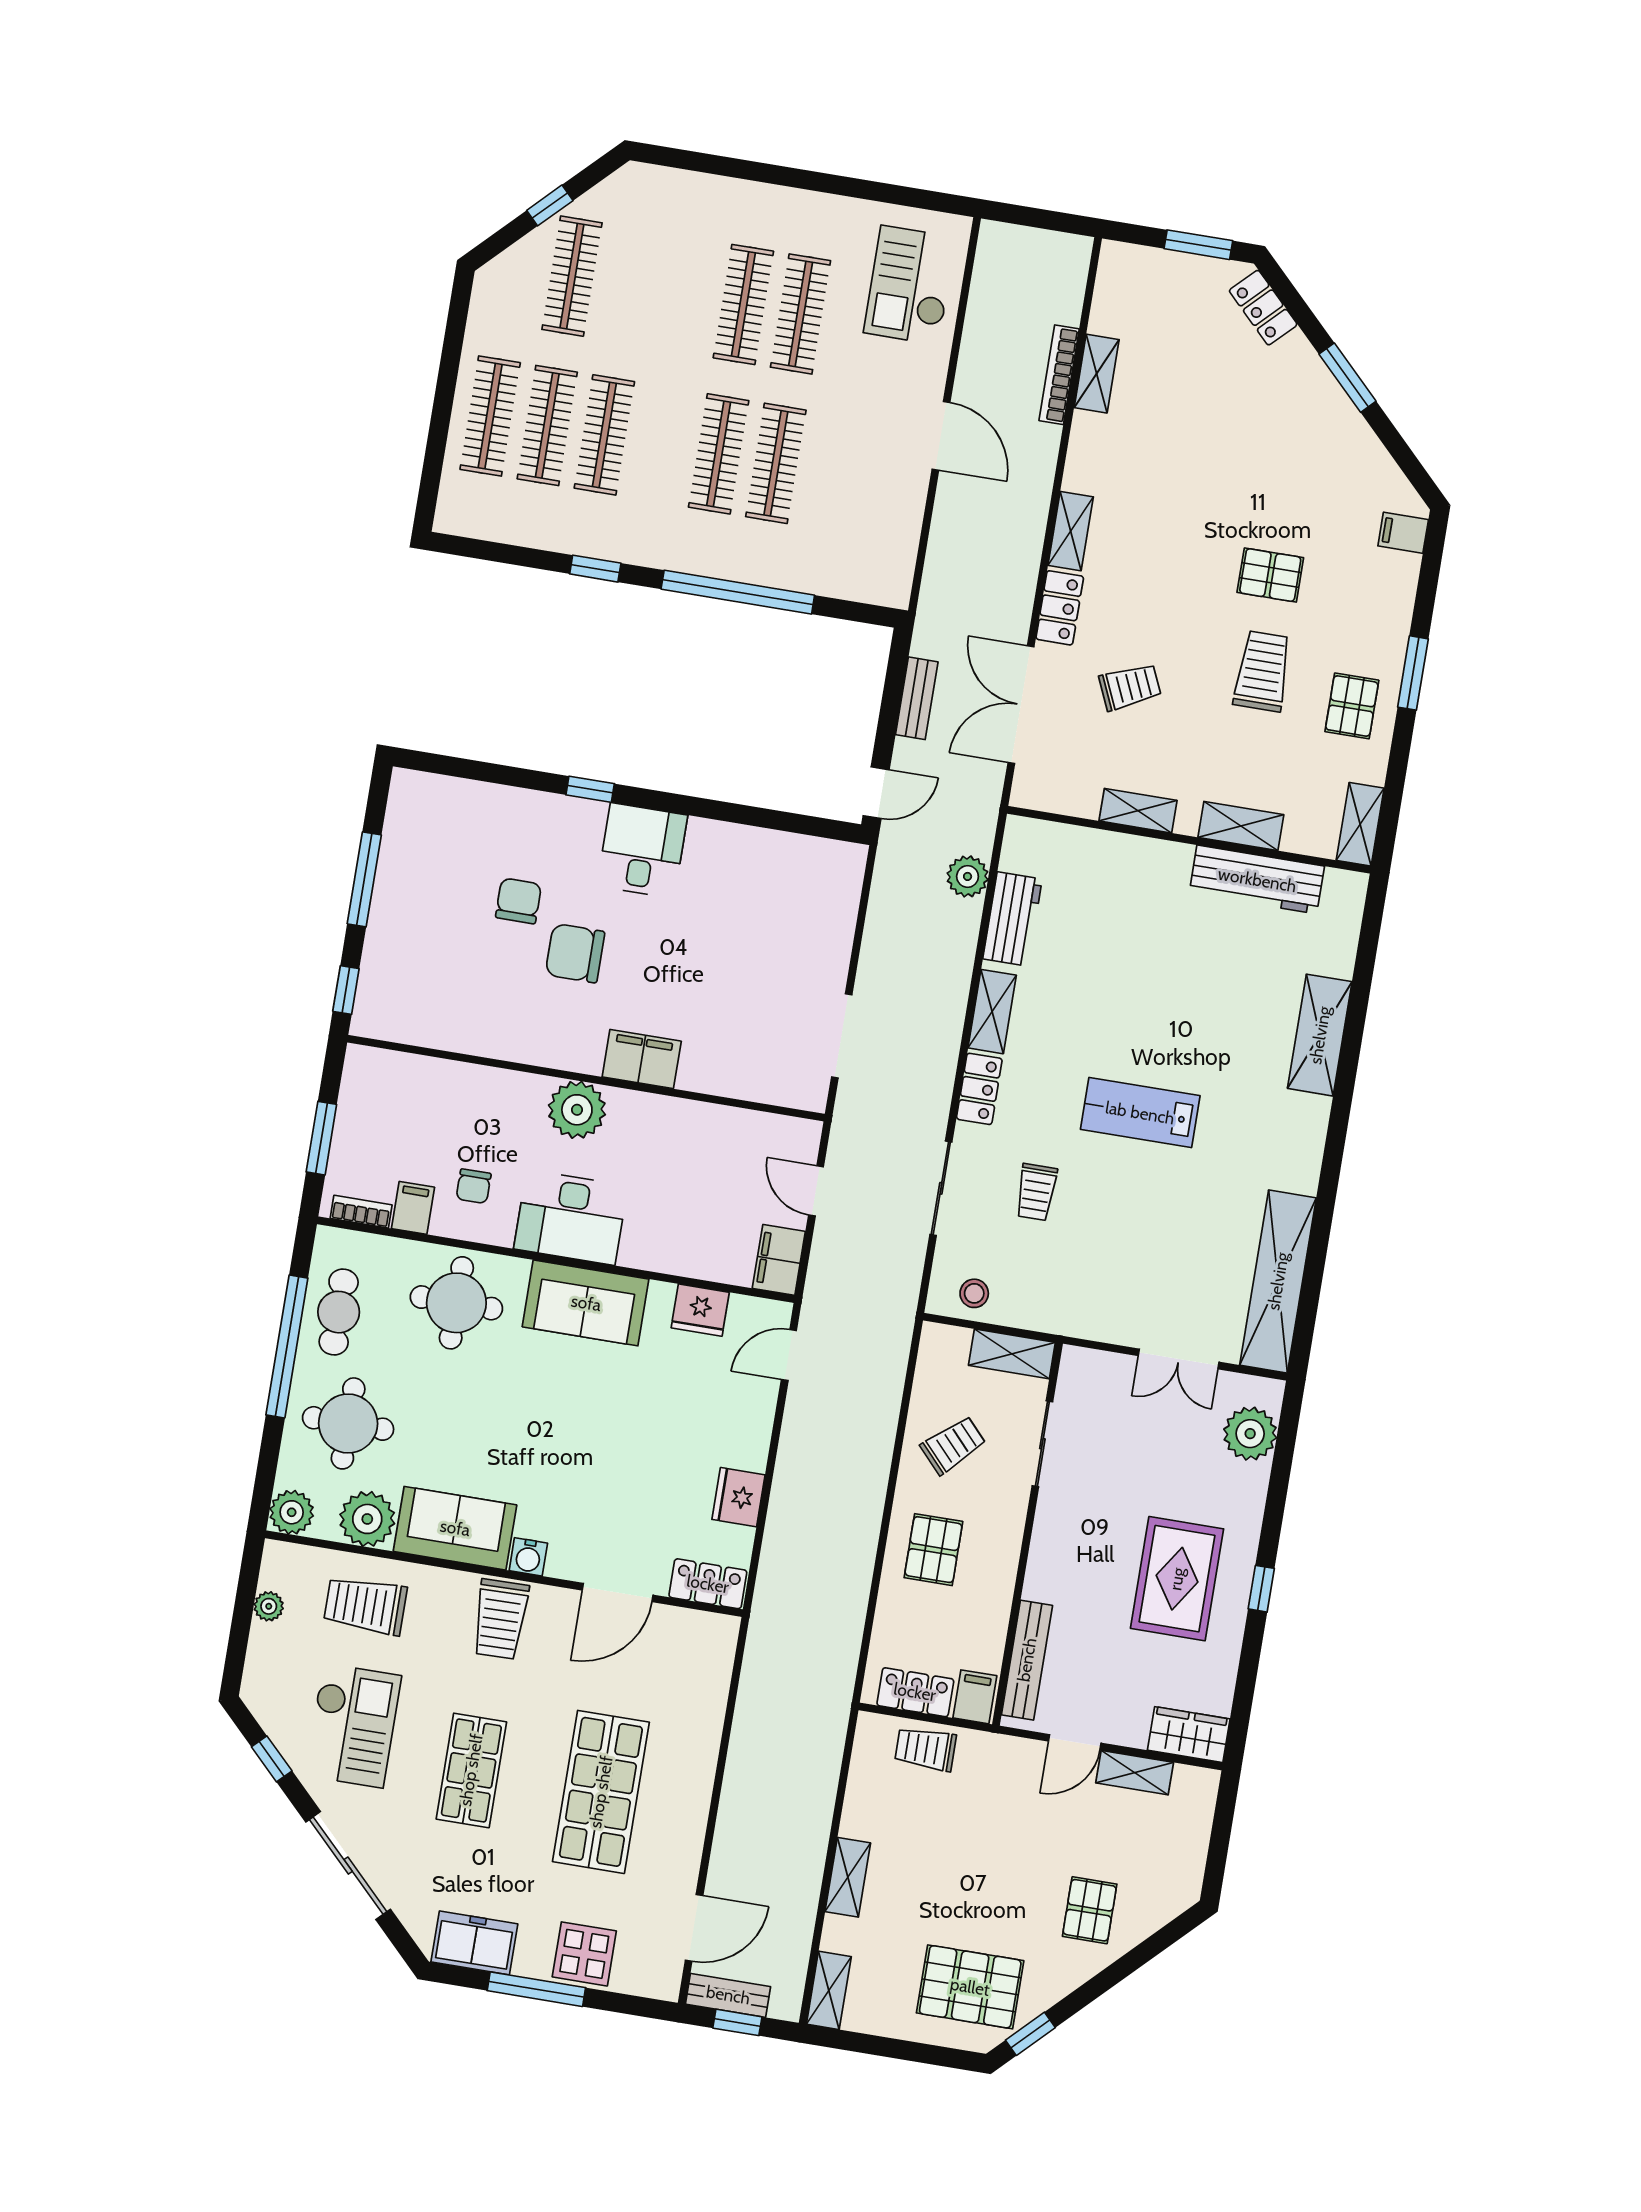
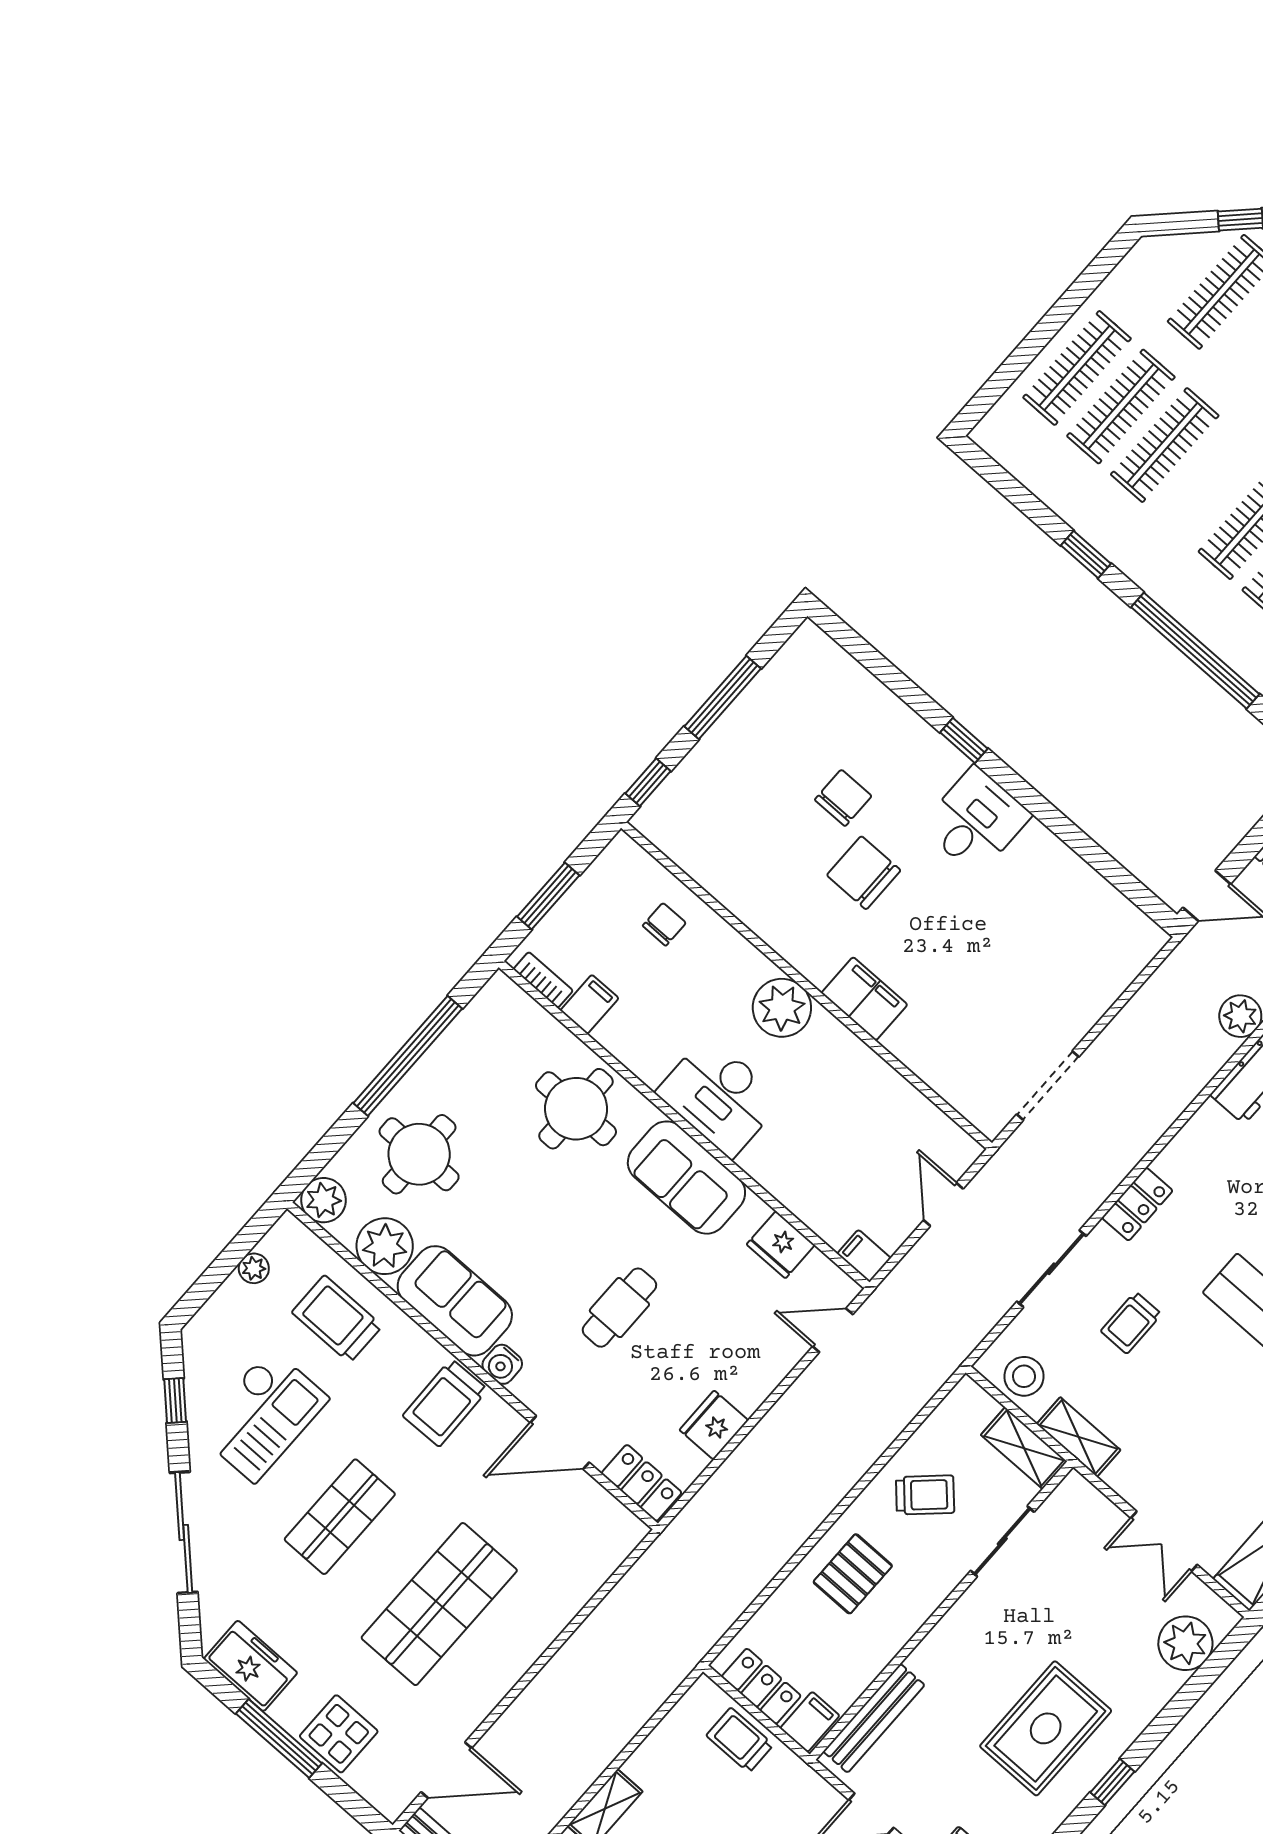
shelving: (992, 1012) -> (1079, 1437), moved, turned 90
chair: (474, 1186) -> (664, 924), moved, turned 180
filing cabinet: (779, 1260) -> (864, 1256), width x0.50
stool: (974, 1293) -> (1024, 1376), width x1.37, depth x1.37
cafe table: (339, 1312) -> (619, 1308), moved

